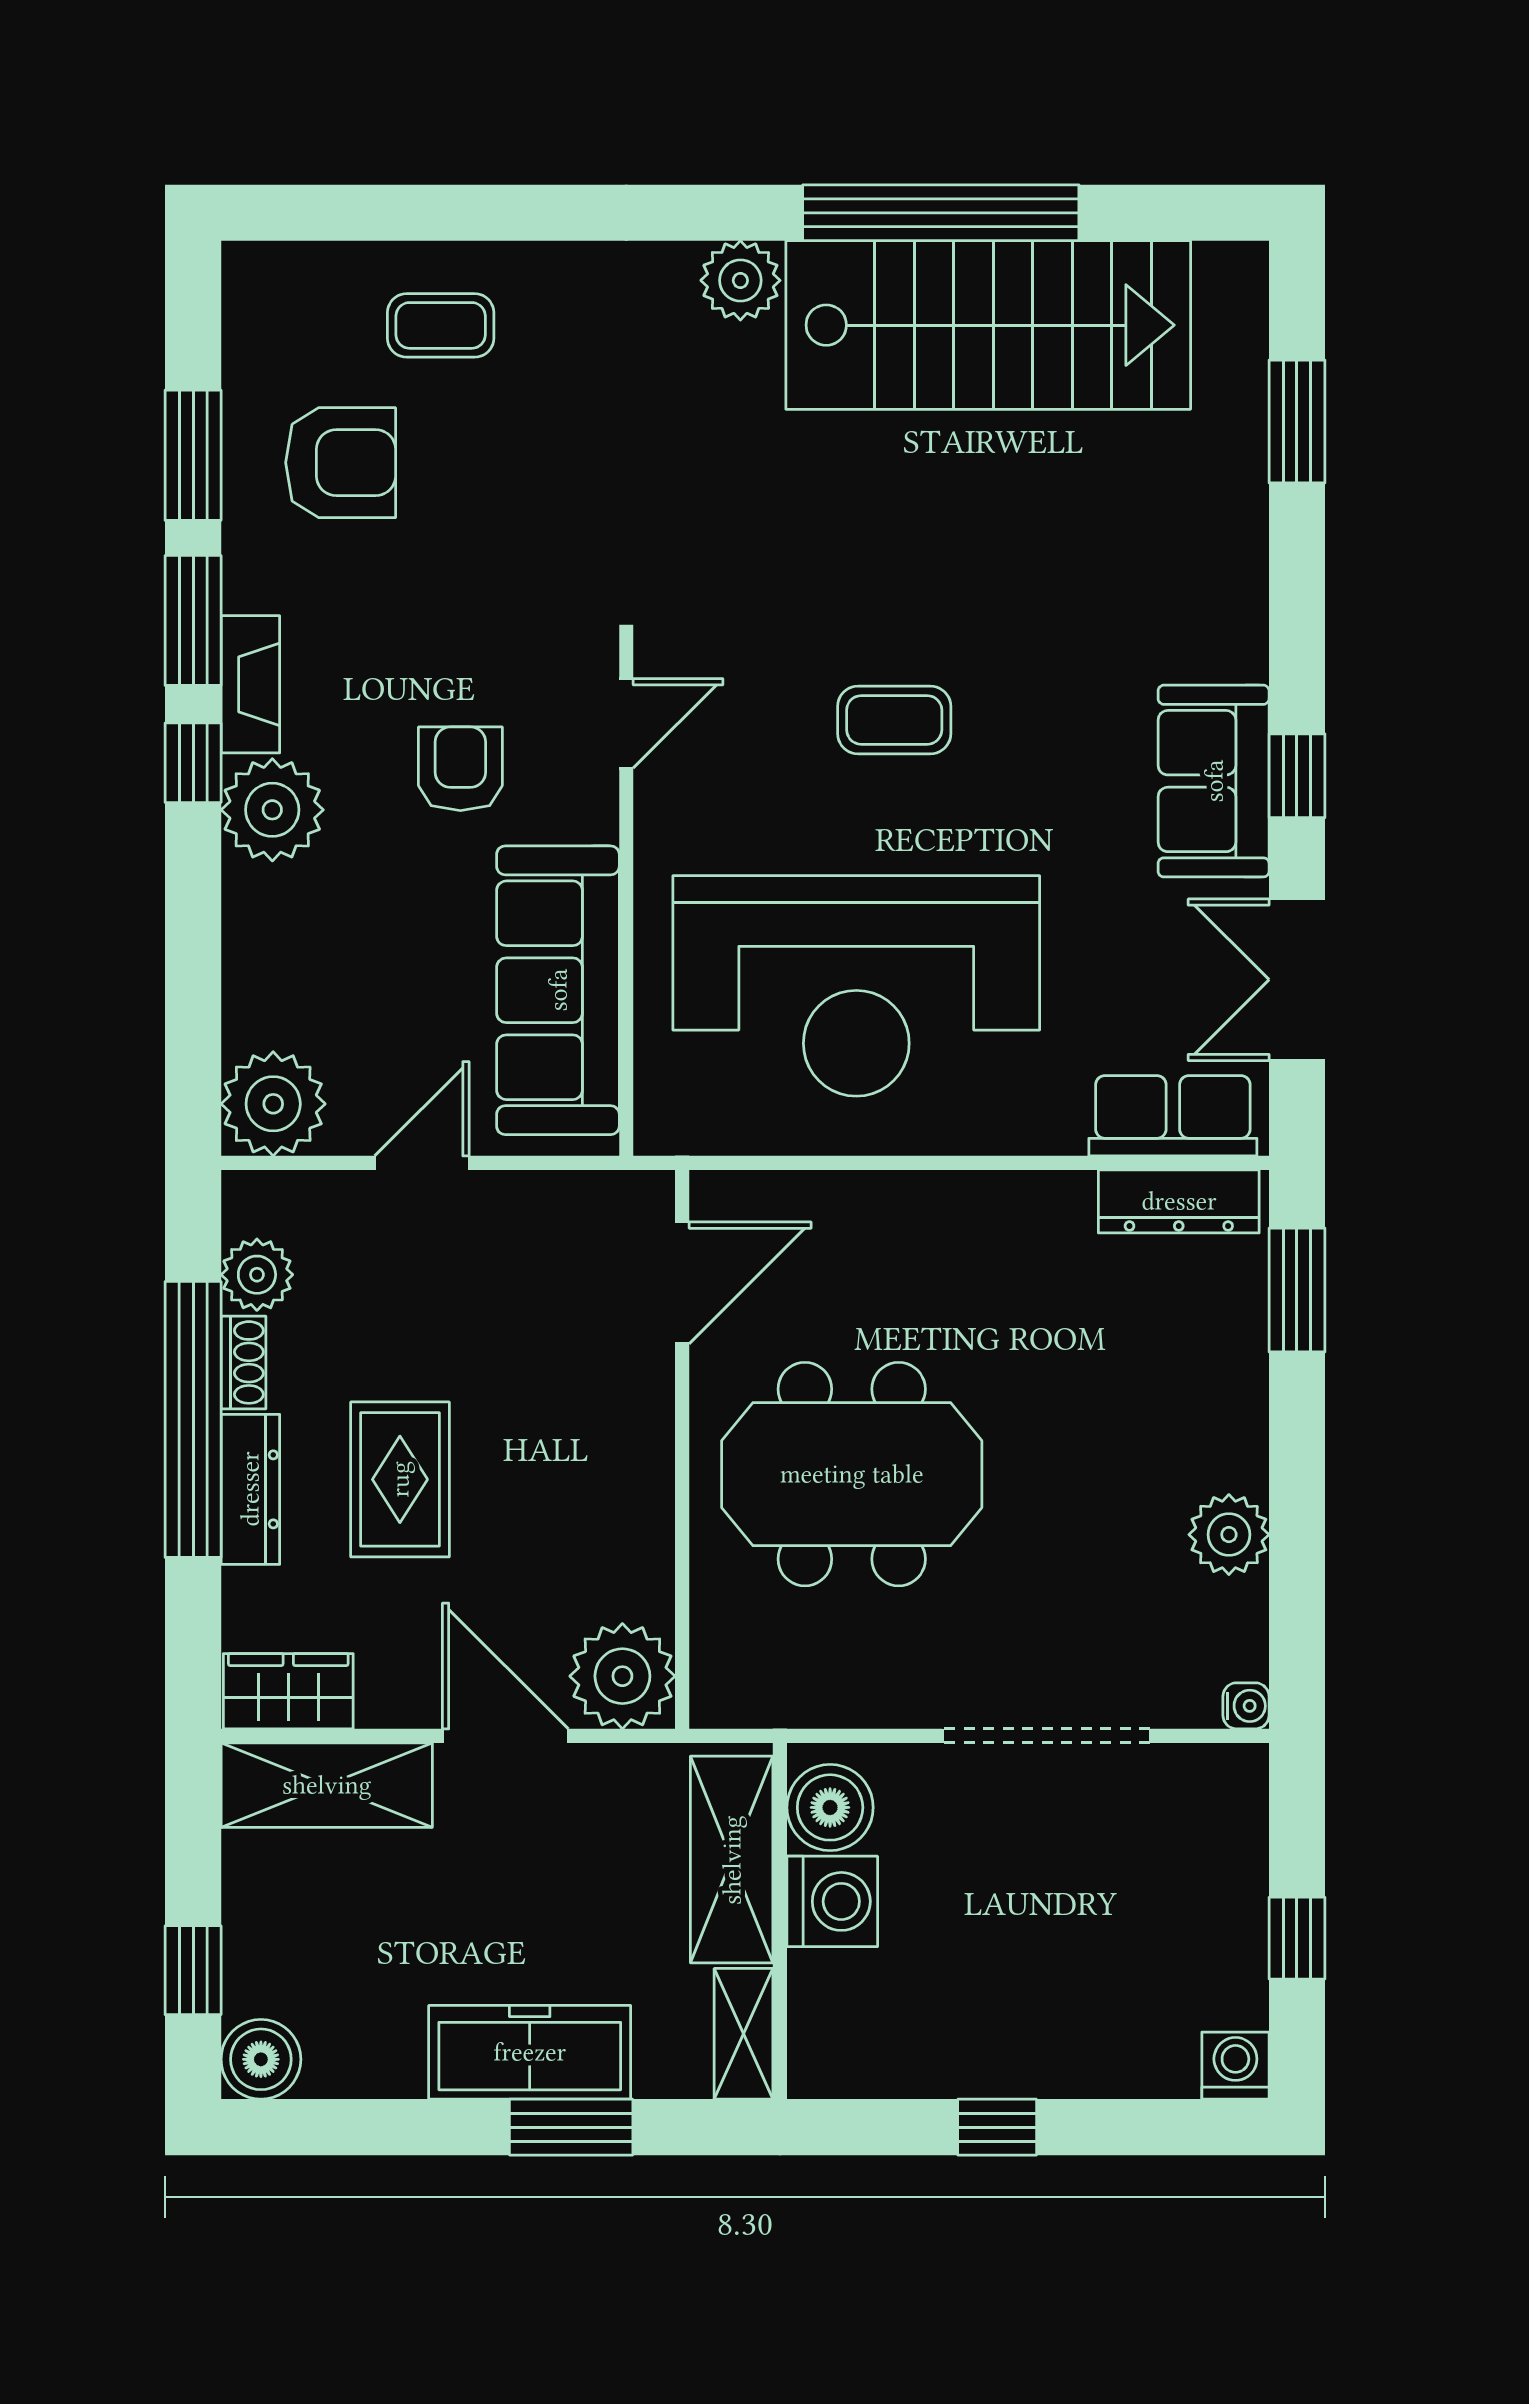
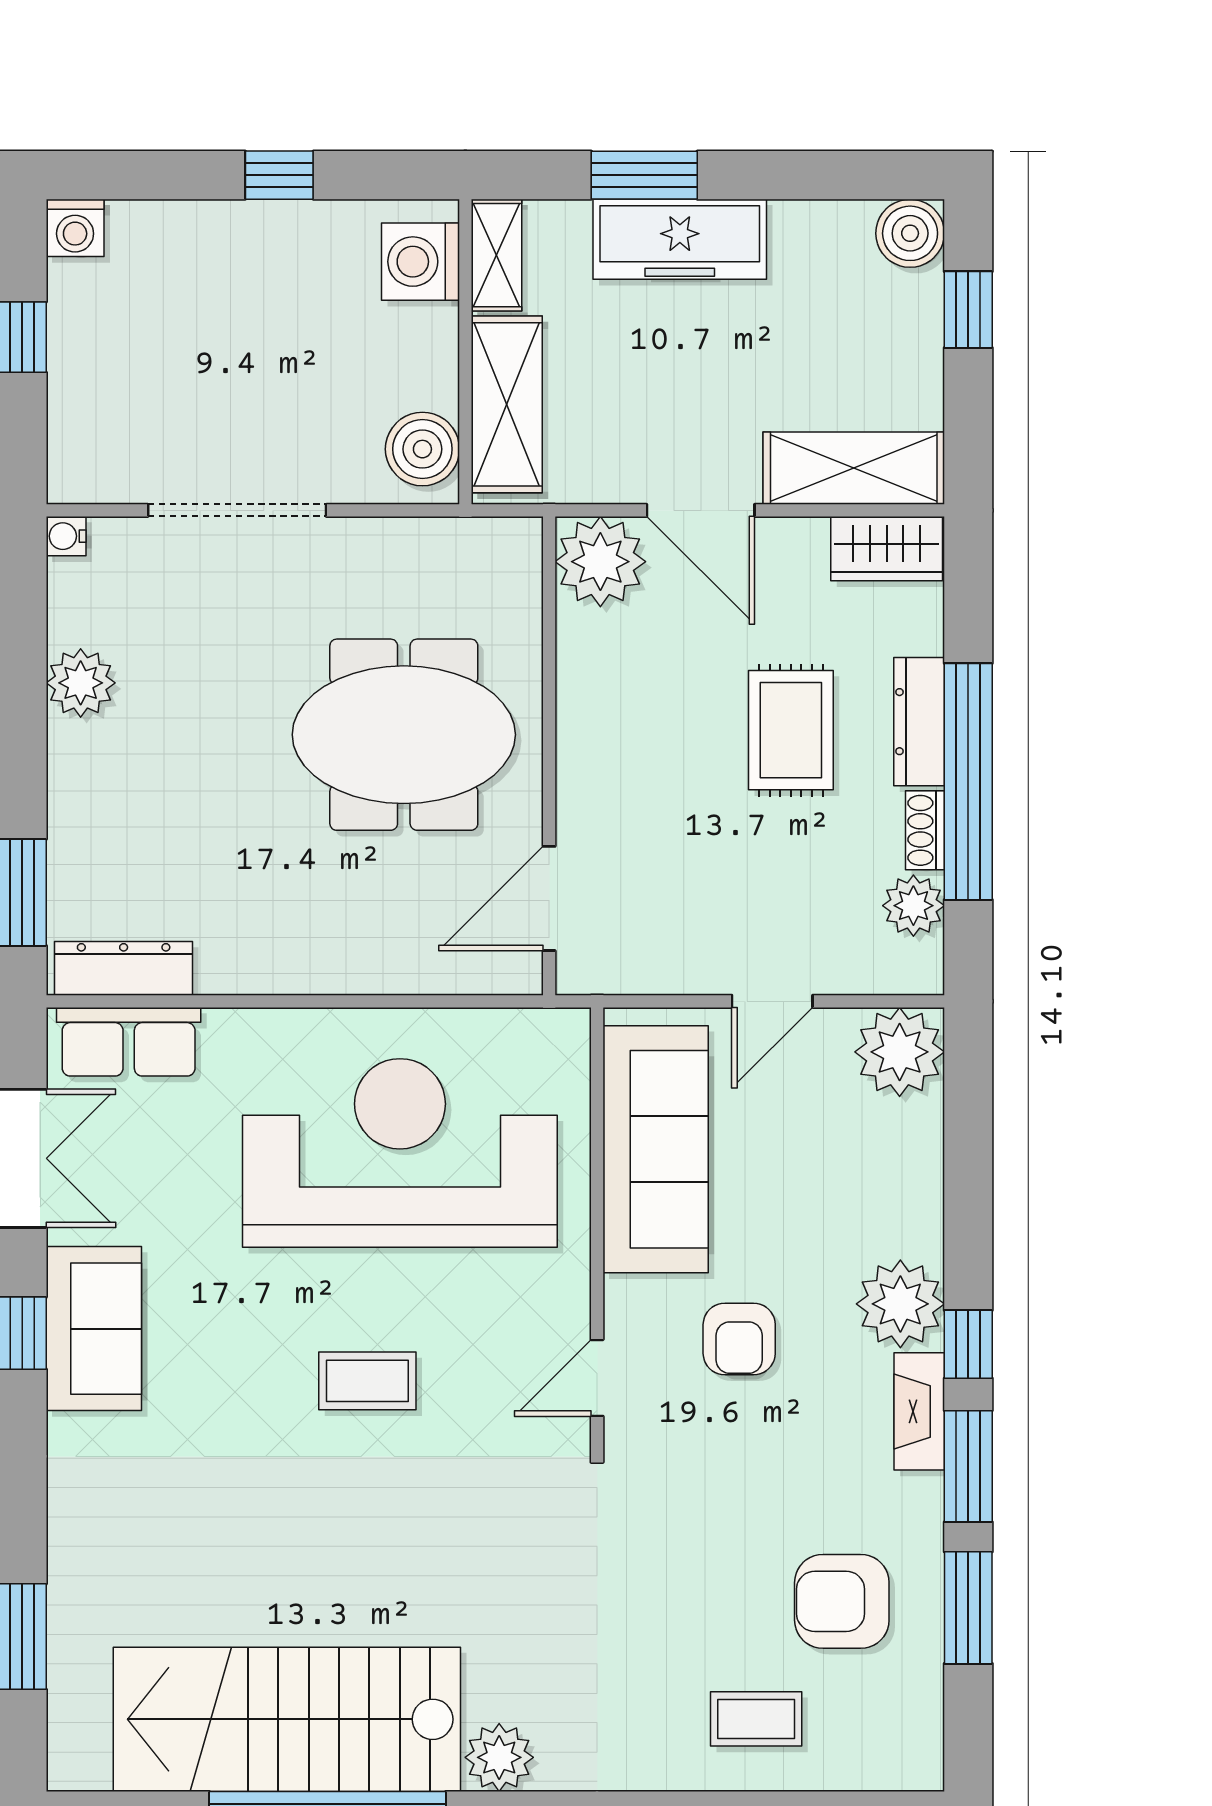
washing machine: (832, 1901) -> (421, 262), moved

